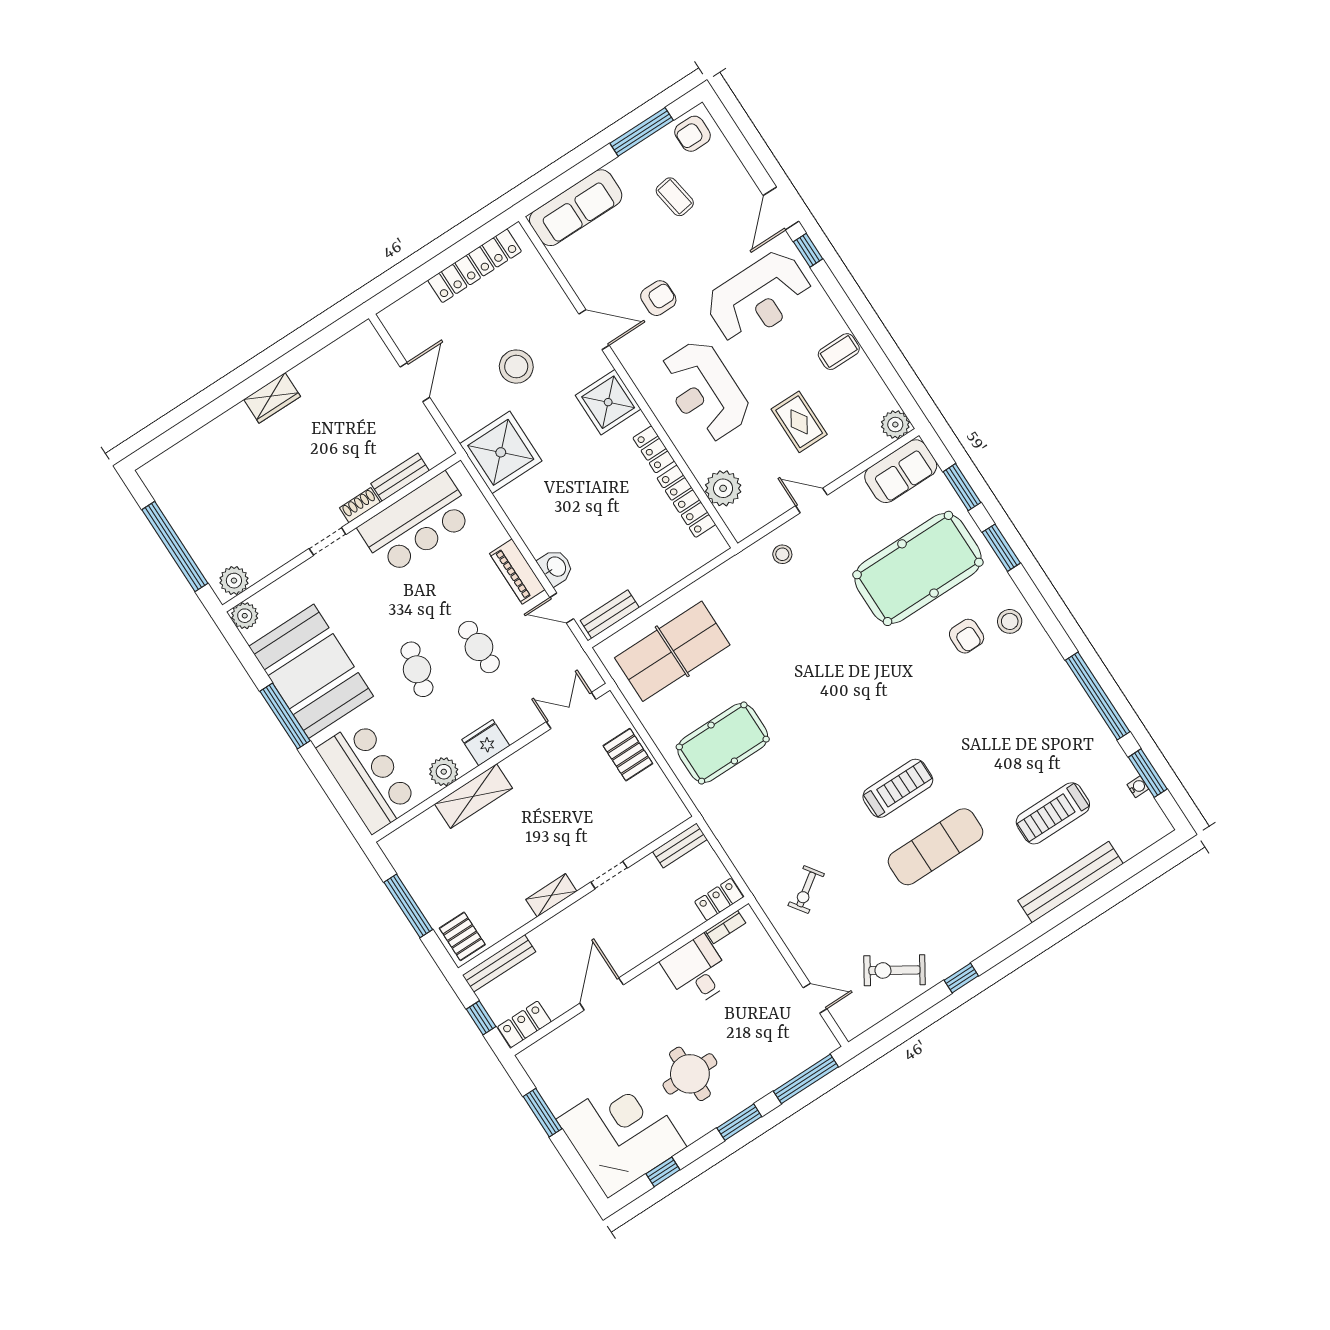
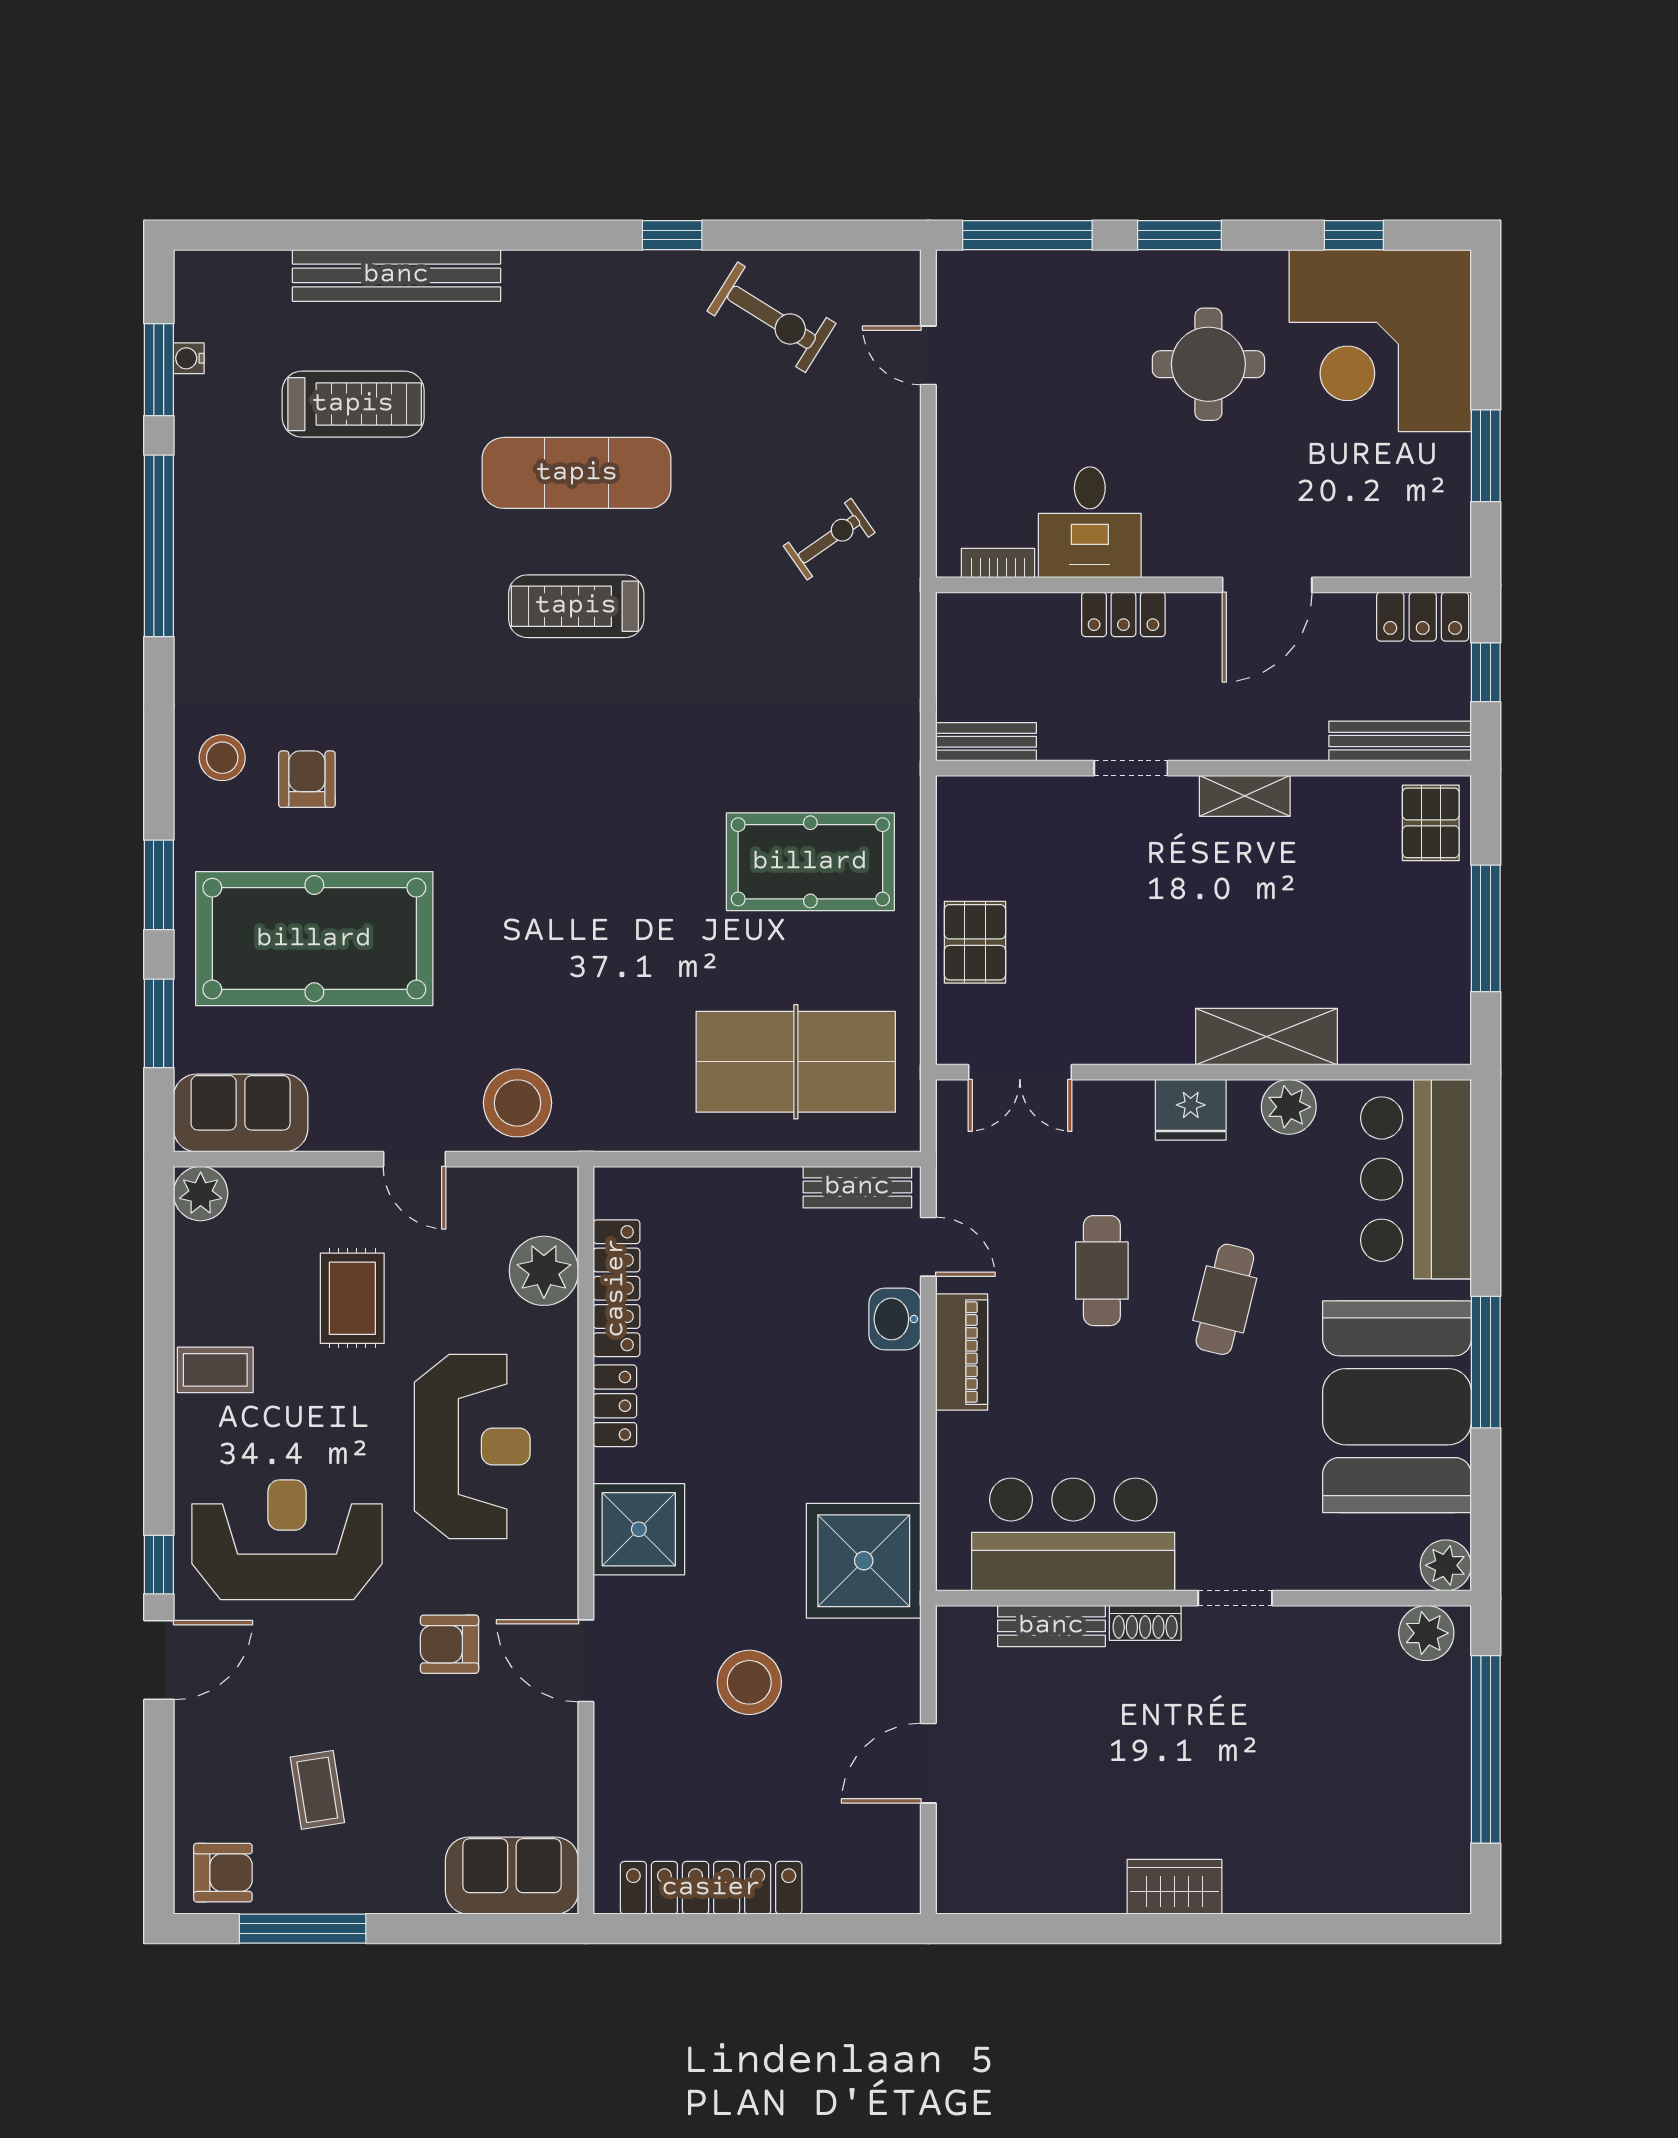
sofa: (576, 208) -> (512, 1876), width x0.73
stool: (782, 554) -> (517, 1103), width x1.89, depth x1.89
locker: (719, 899) -> (1123, 614), moved

